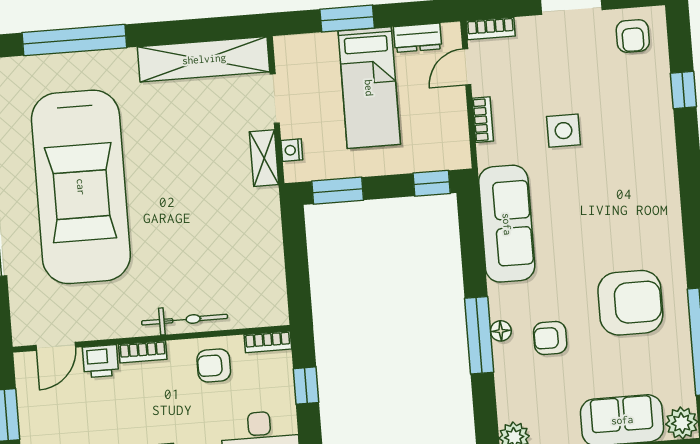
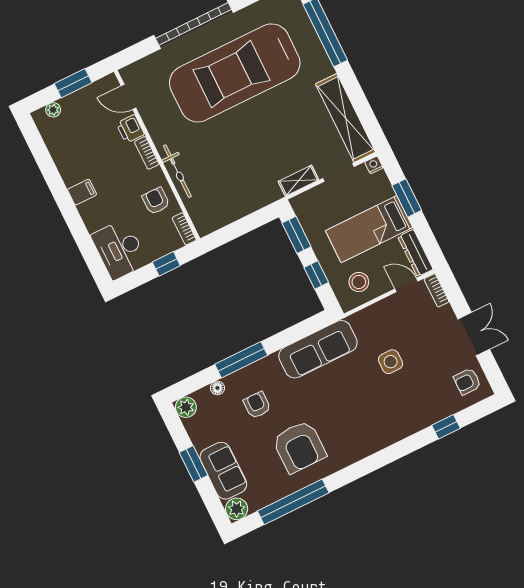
dresser: (418, 38) -> (415, 253), width x1.44
bookcase: (483, 120) -> (377, 308), removed
stool: (437, 131) -> (359, 282), added
nightstand: (292, 150) -> (374, 165), moved
window: (432, 183) -> (316, 275), moved
floor lamp: (501, 331) -> (217, 388), moved

